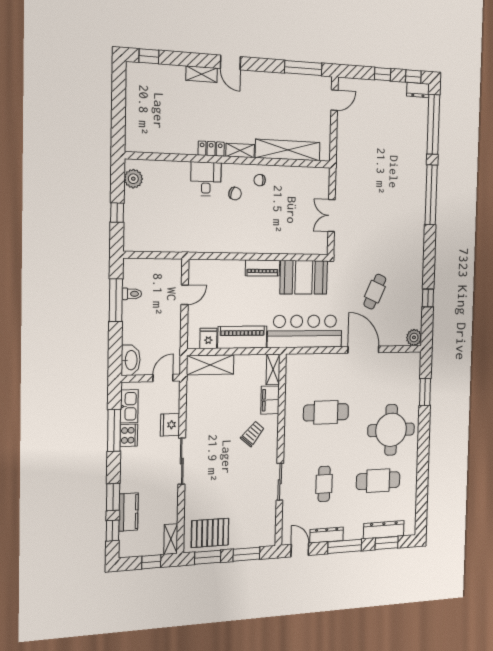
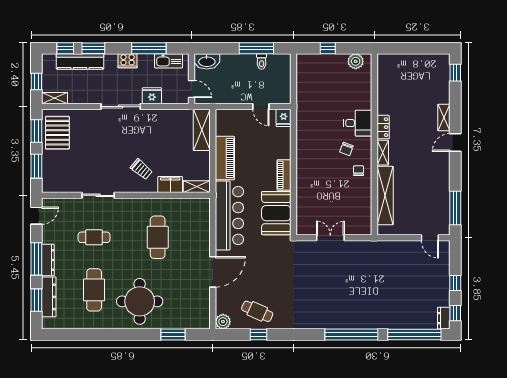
cafe table: (375, 292) -> (257, 311), moved
fridge: (208, 338) -> (284, 118), moved, turned 90
cooker: (129, 435) -> (128, 61), moved
kitchen counter: (128, 512) -> (80, 61), width x1.50
dresser: (327, 535) -> (48, 260), moved

